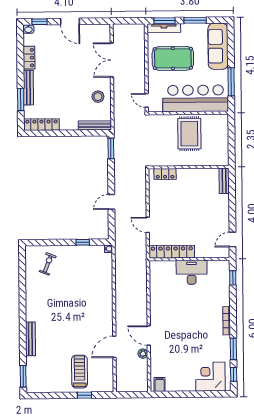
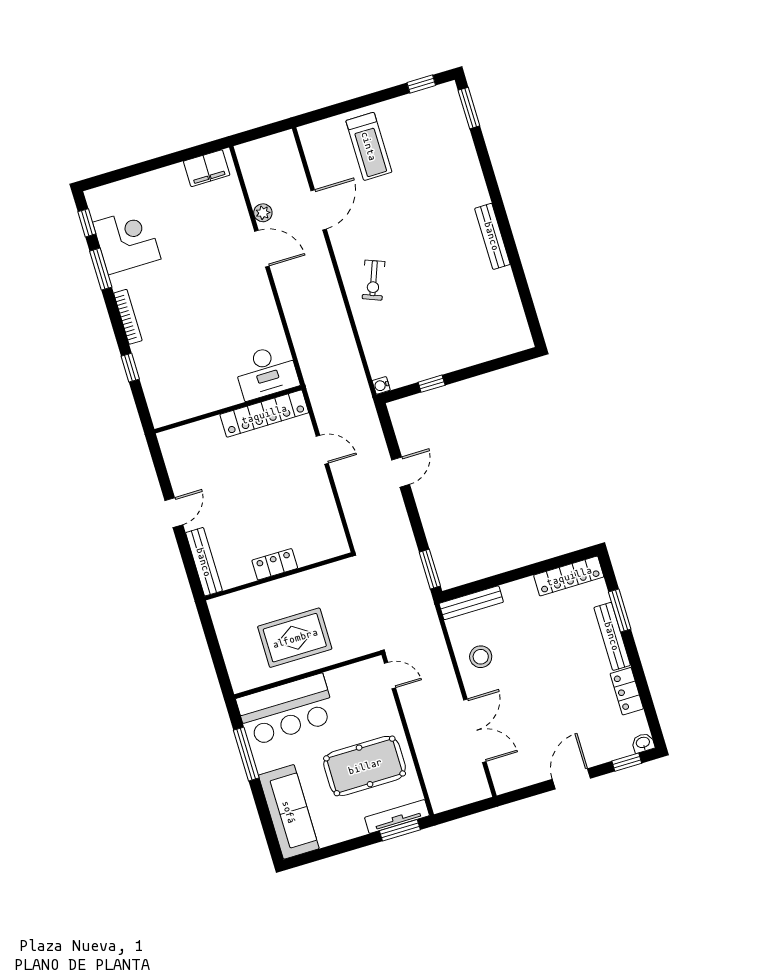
window: (195, 20) -> (344, 847), removed
door: (70, 21) -> (571, 779), hinge flipped
bar counter: (196, 98) -> (286, 710), width x0.73
rug: (189, 134) -> (295, 638), turned 90
locker: (165, 174) -> (275, 564), moved
bench: (224, 181) -> (204, 562), width x1.36
door: (232, 240) -> (174, 513), moved
exercise bike: (48, 264) -> (373, 280), moved
desk: (192, 272) -> (266, 372), moved
window: (233, 278) -> (130, 368), moved
bench: (30, 339) -> (492, 236), moved
corner desk: (210, 377) -> (127, 241), moved, turned -90
filing cabinet: (160, 384) -> (207, 168), width x2.00
window: (85, 395) -> (421, 84), moved

